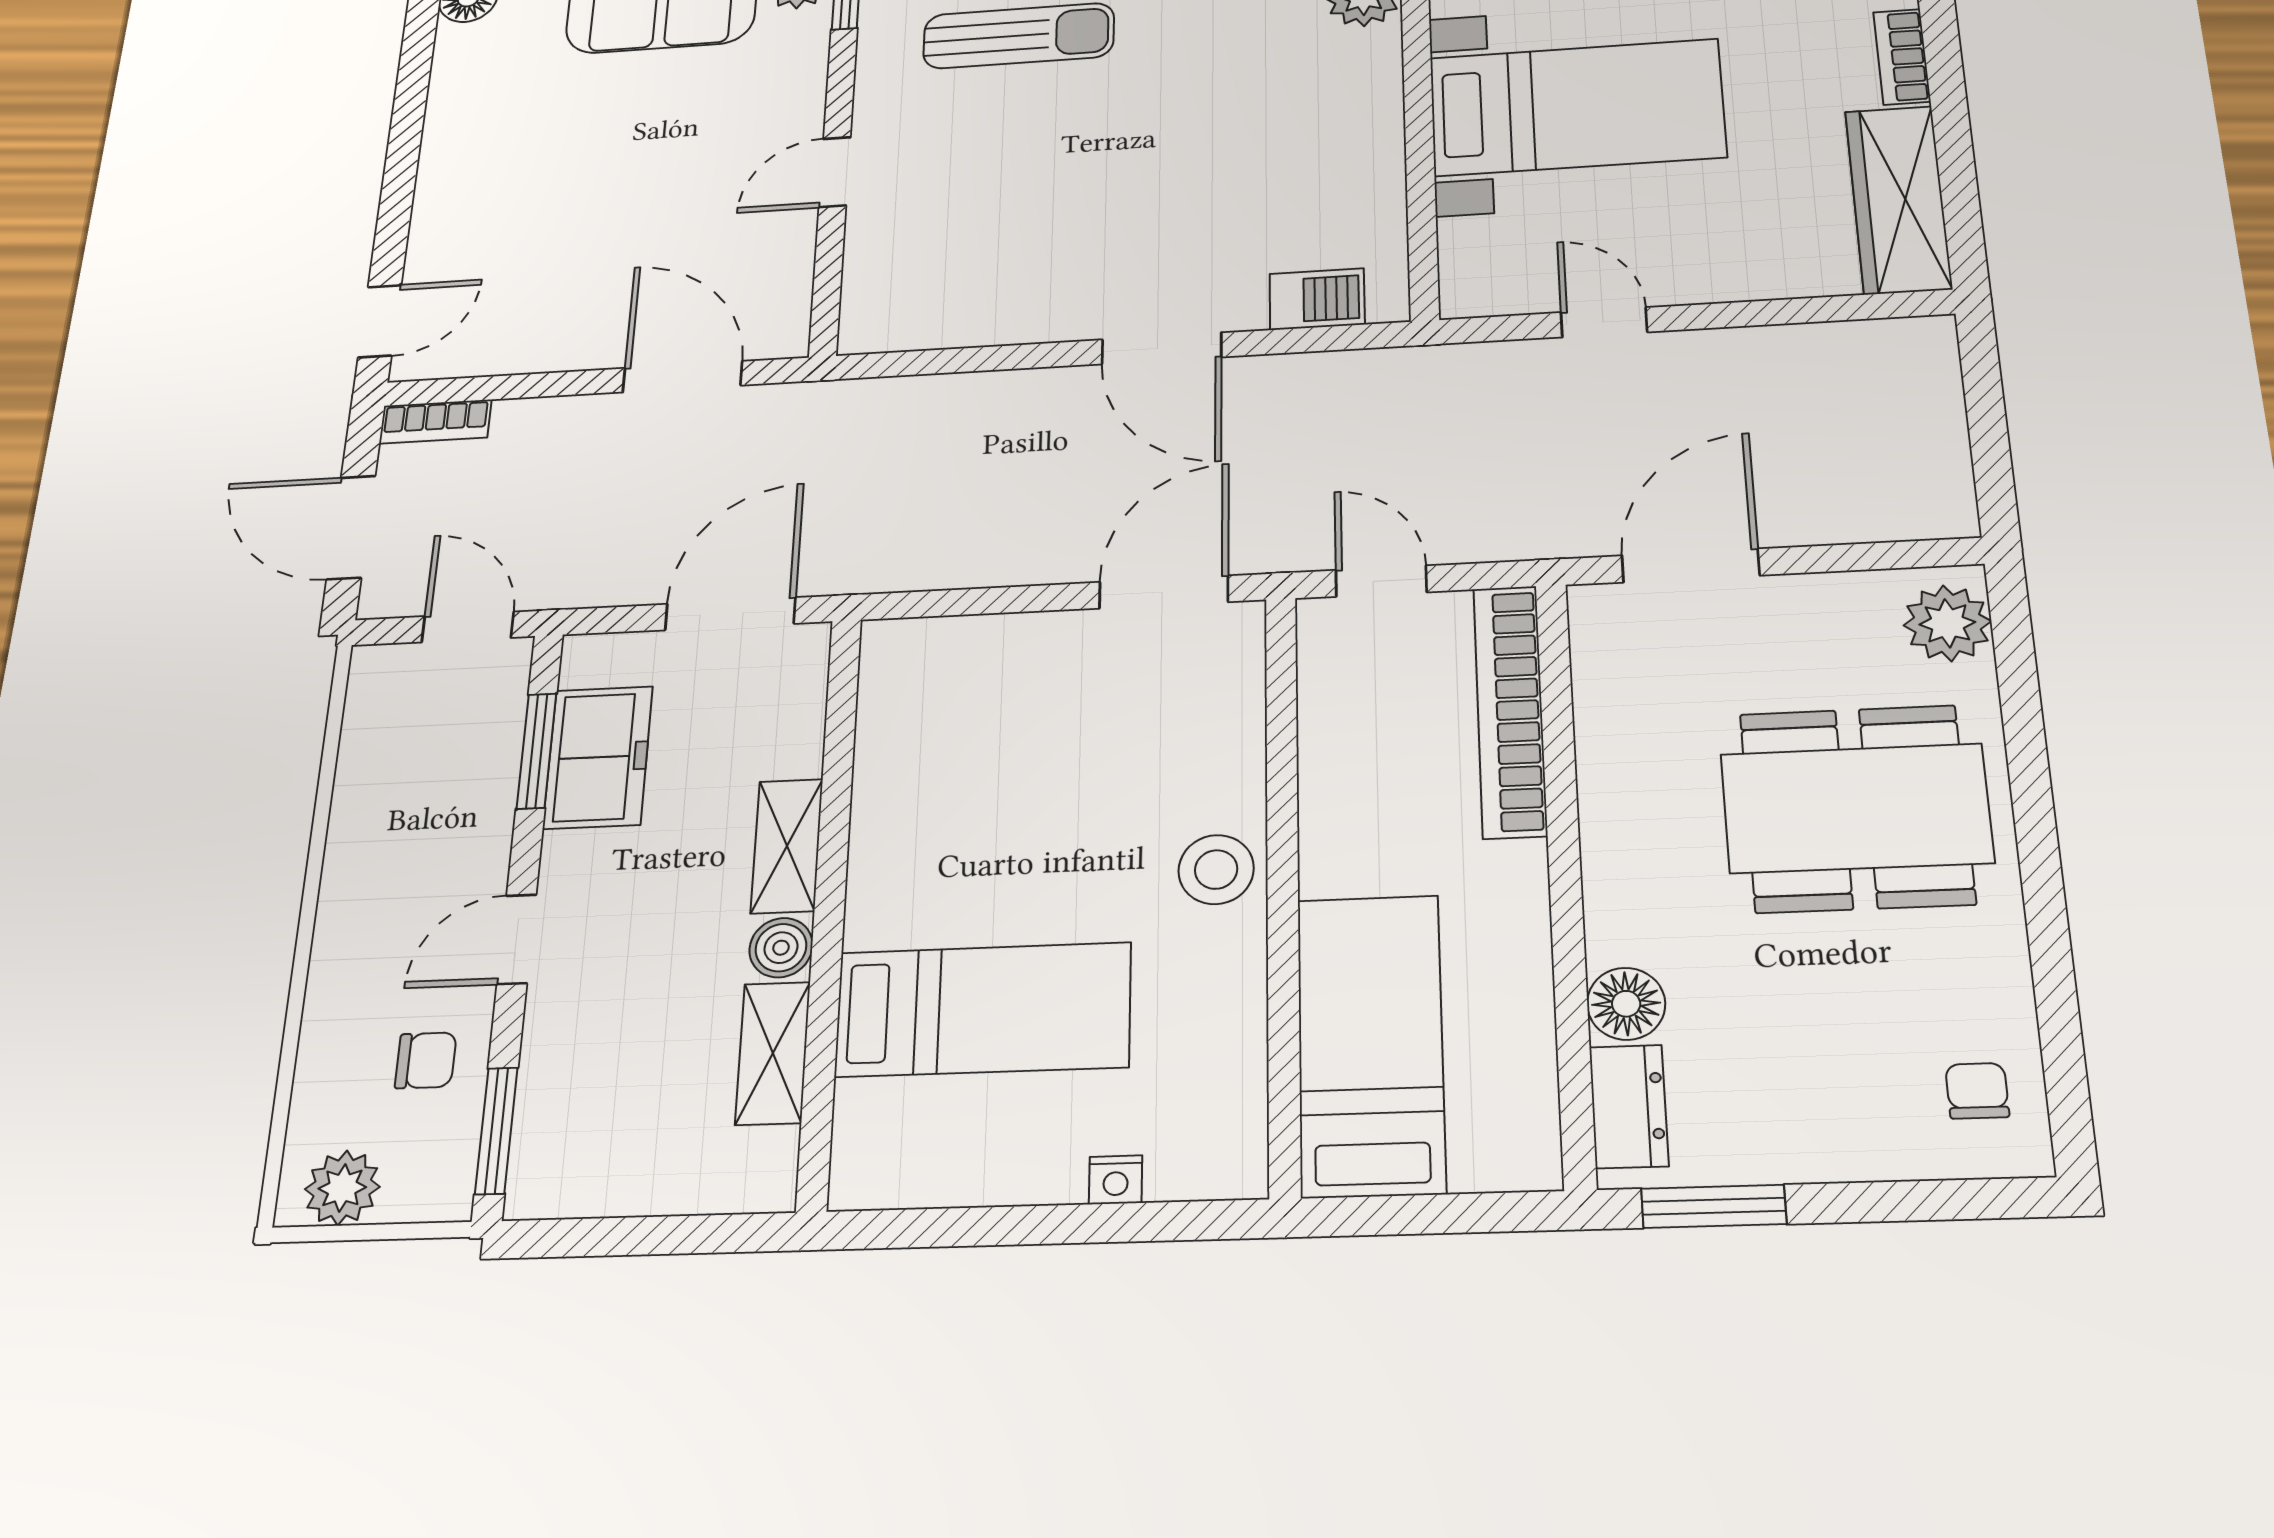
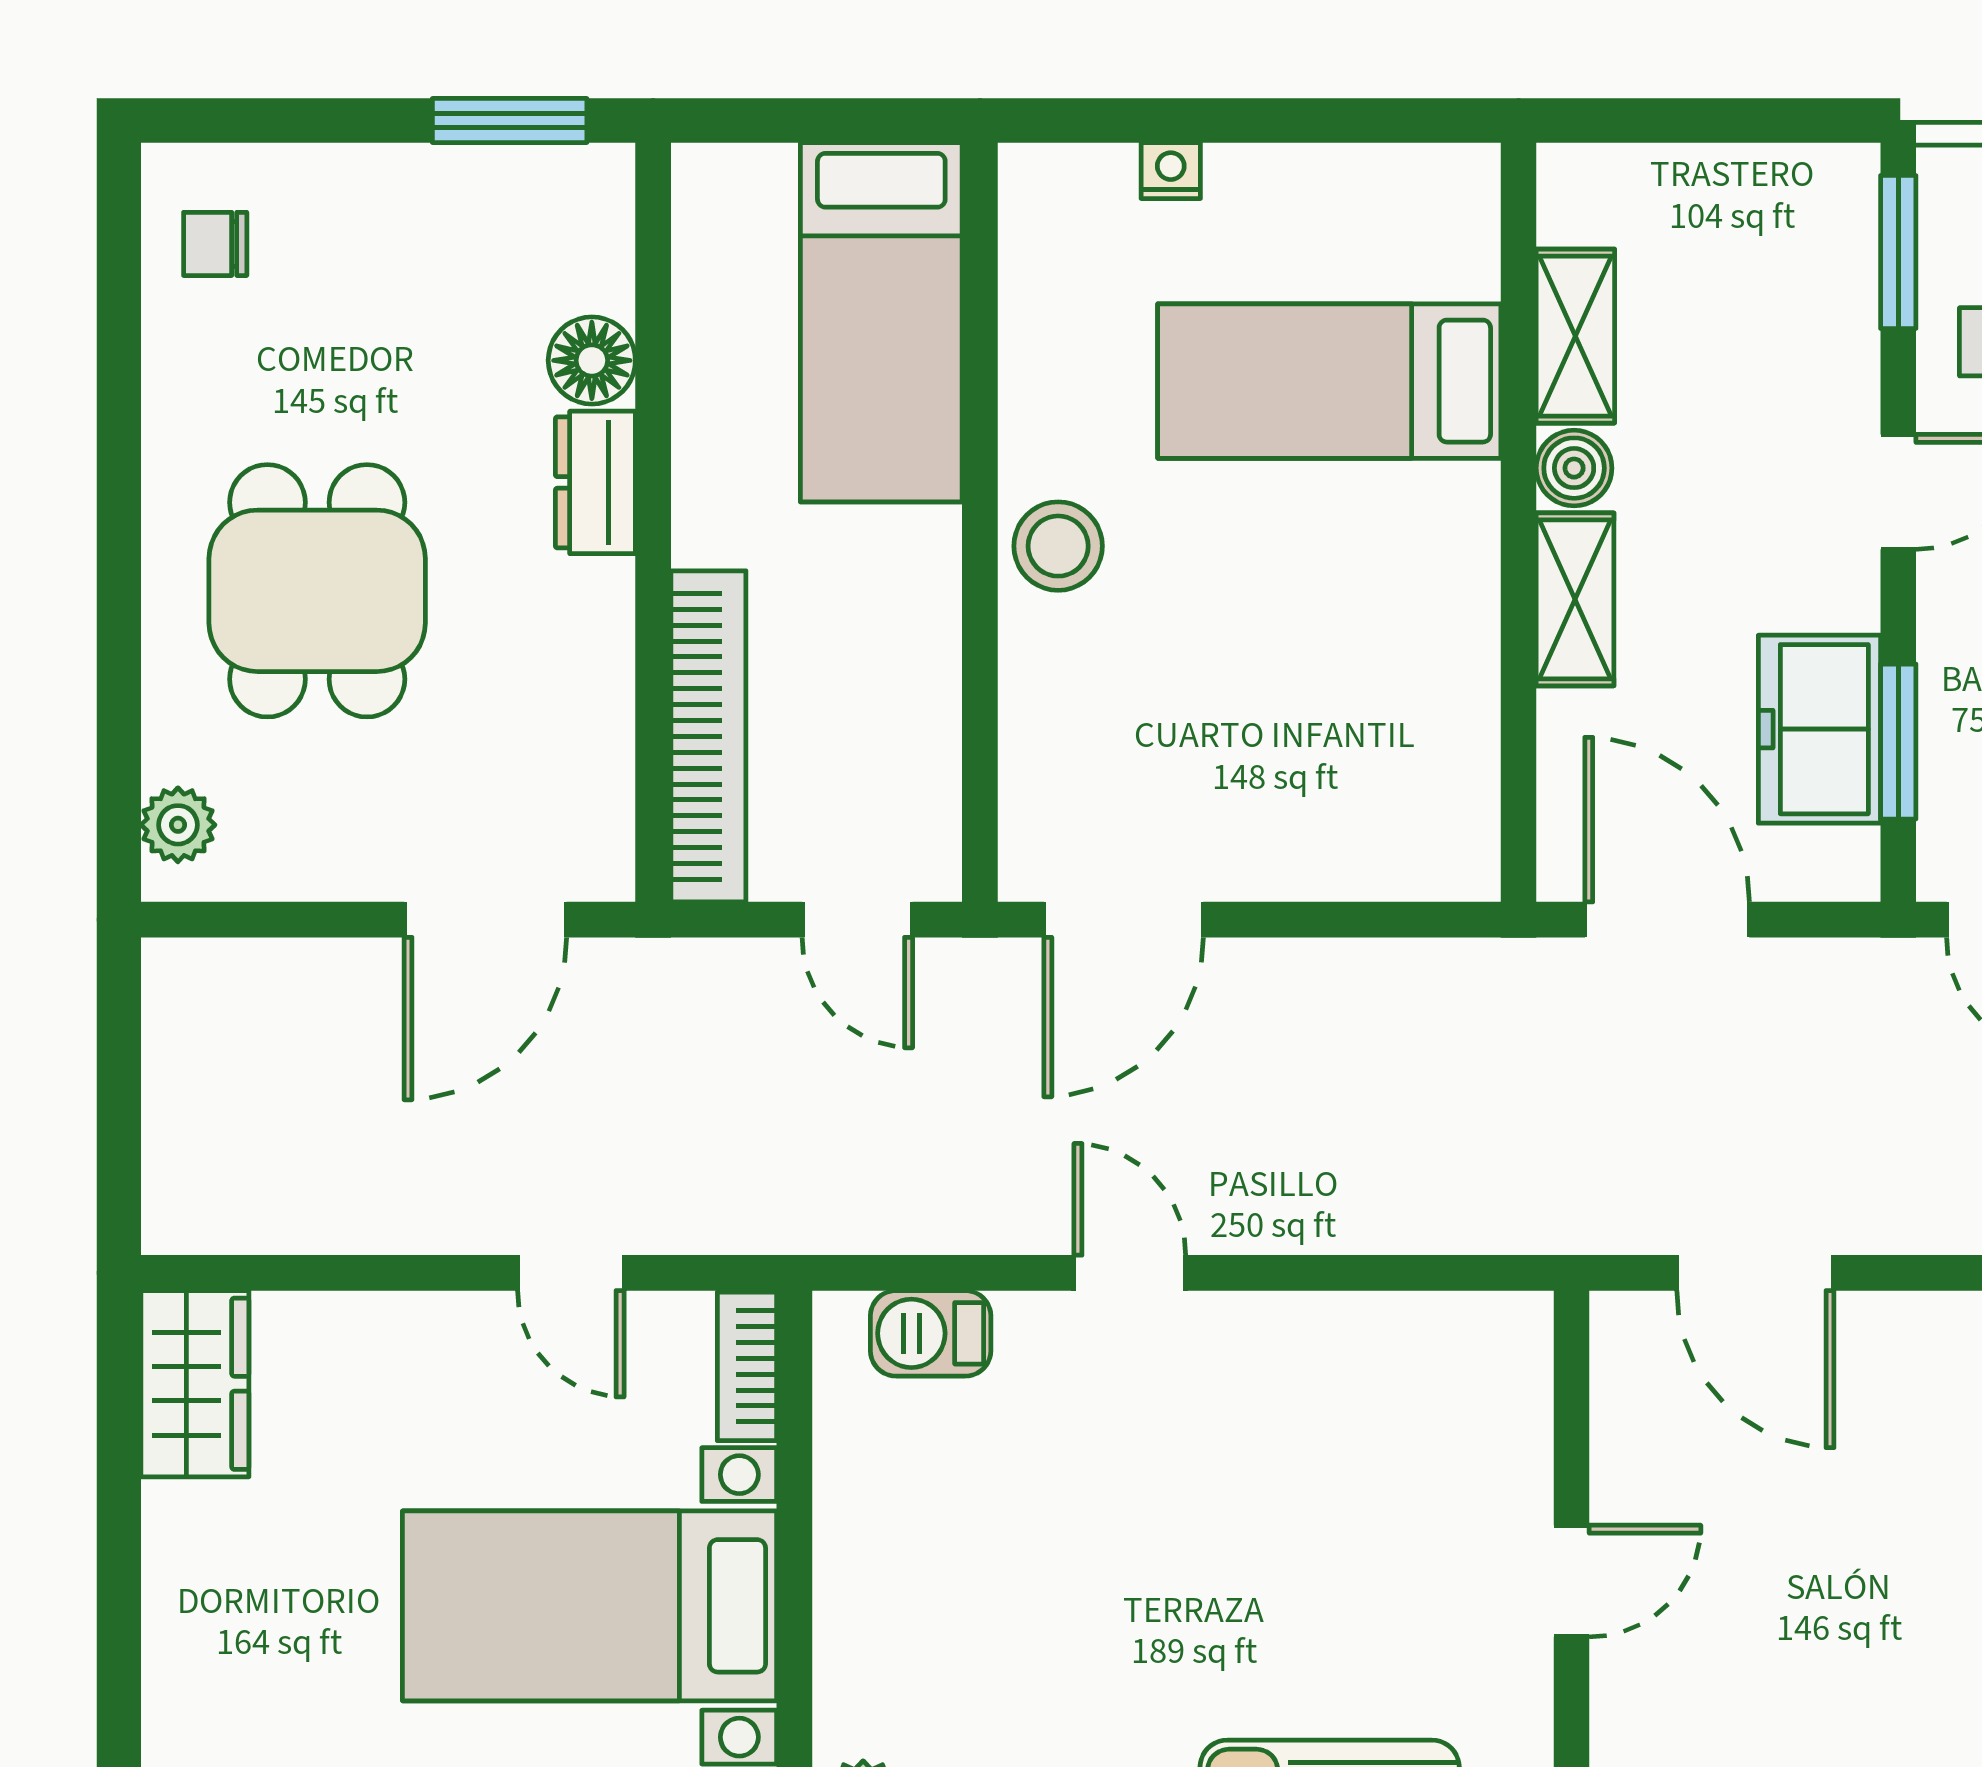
bookcase: (1902, 57) -> (747, 1366), moved, turned 180
wardrobe: (1898, 199) -> (195, 1384), width x0.67
door: (1162, 348) -> (1130, 1273), width x0.73
door: (730, 614) -> (1667, 920), swing flipped
plant: (1947, 623) -> (178, 825), width x0.73, depth x0.73
dining table: (1856, 808) -> (317, 591), width x0.73
chair: (1977, 1091) -> (215, 244), turned 90
dresser: (1629, 1106) -> (595, 482), moved

